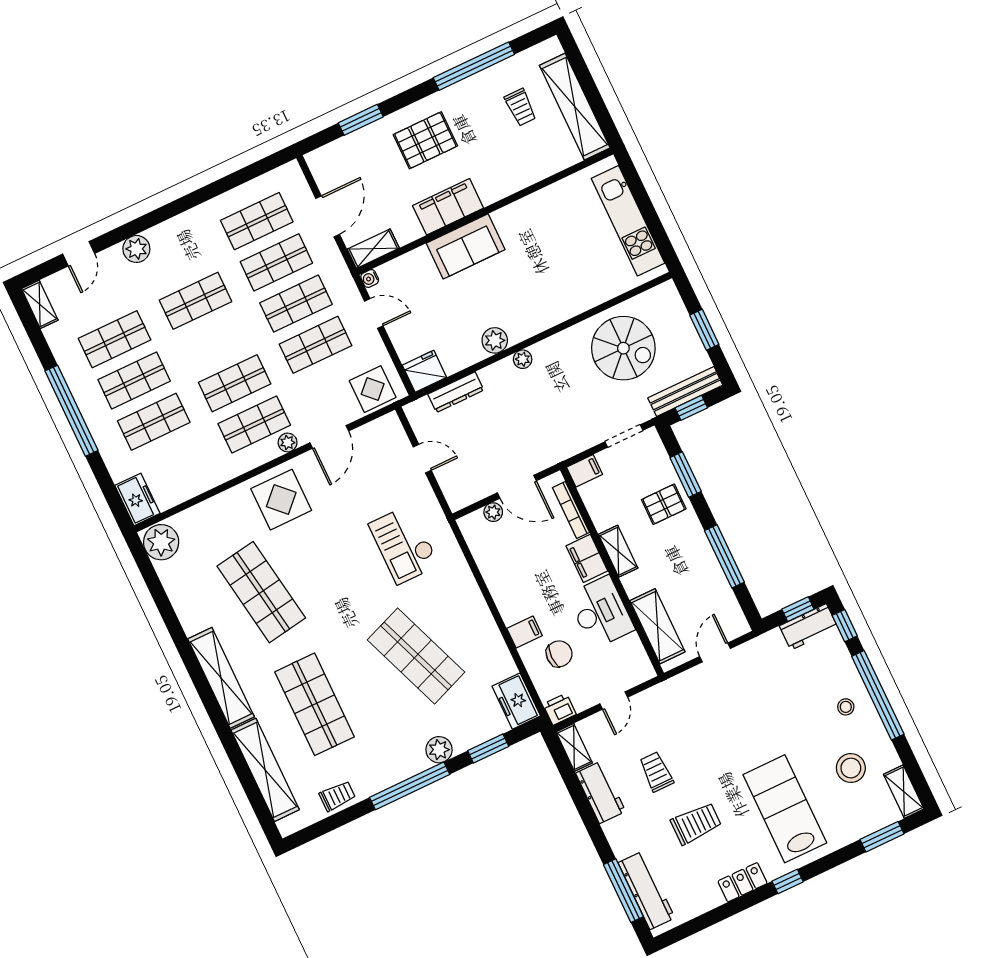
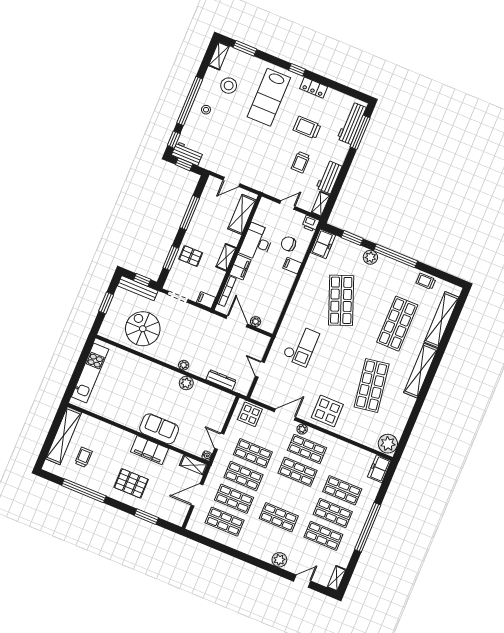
fridge: (424, 371) -> (224, 400), removed

